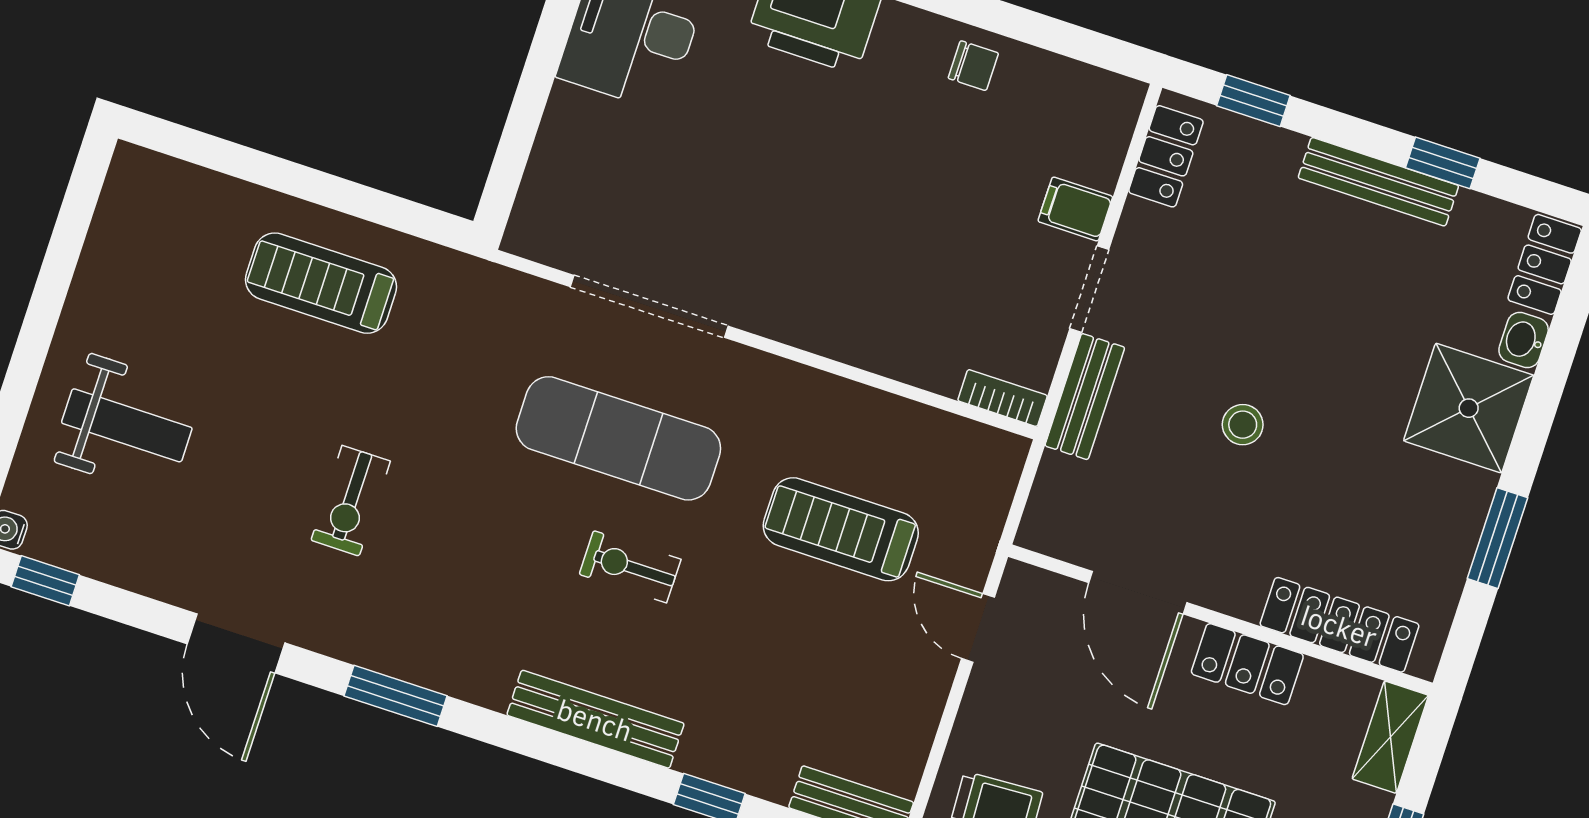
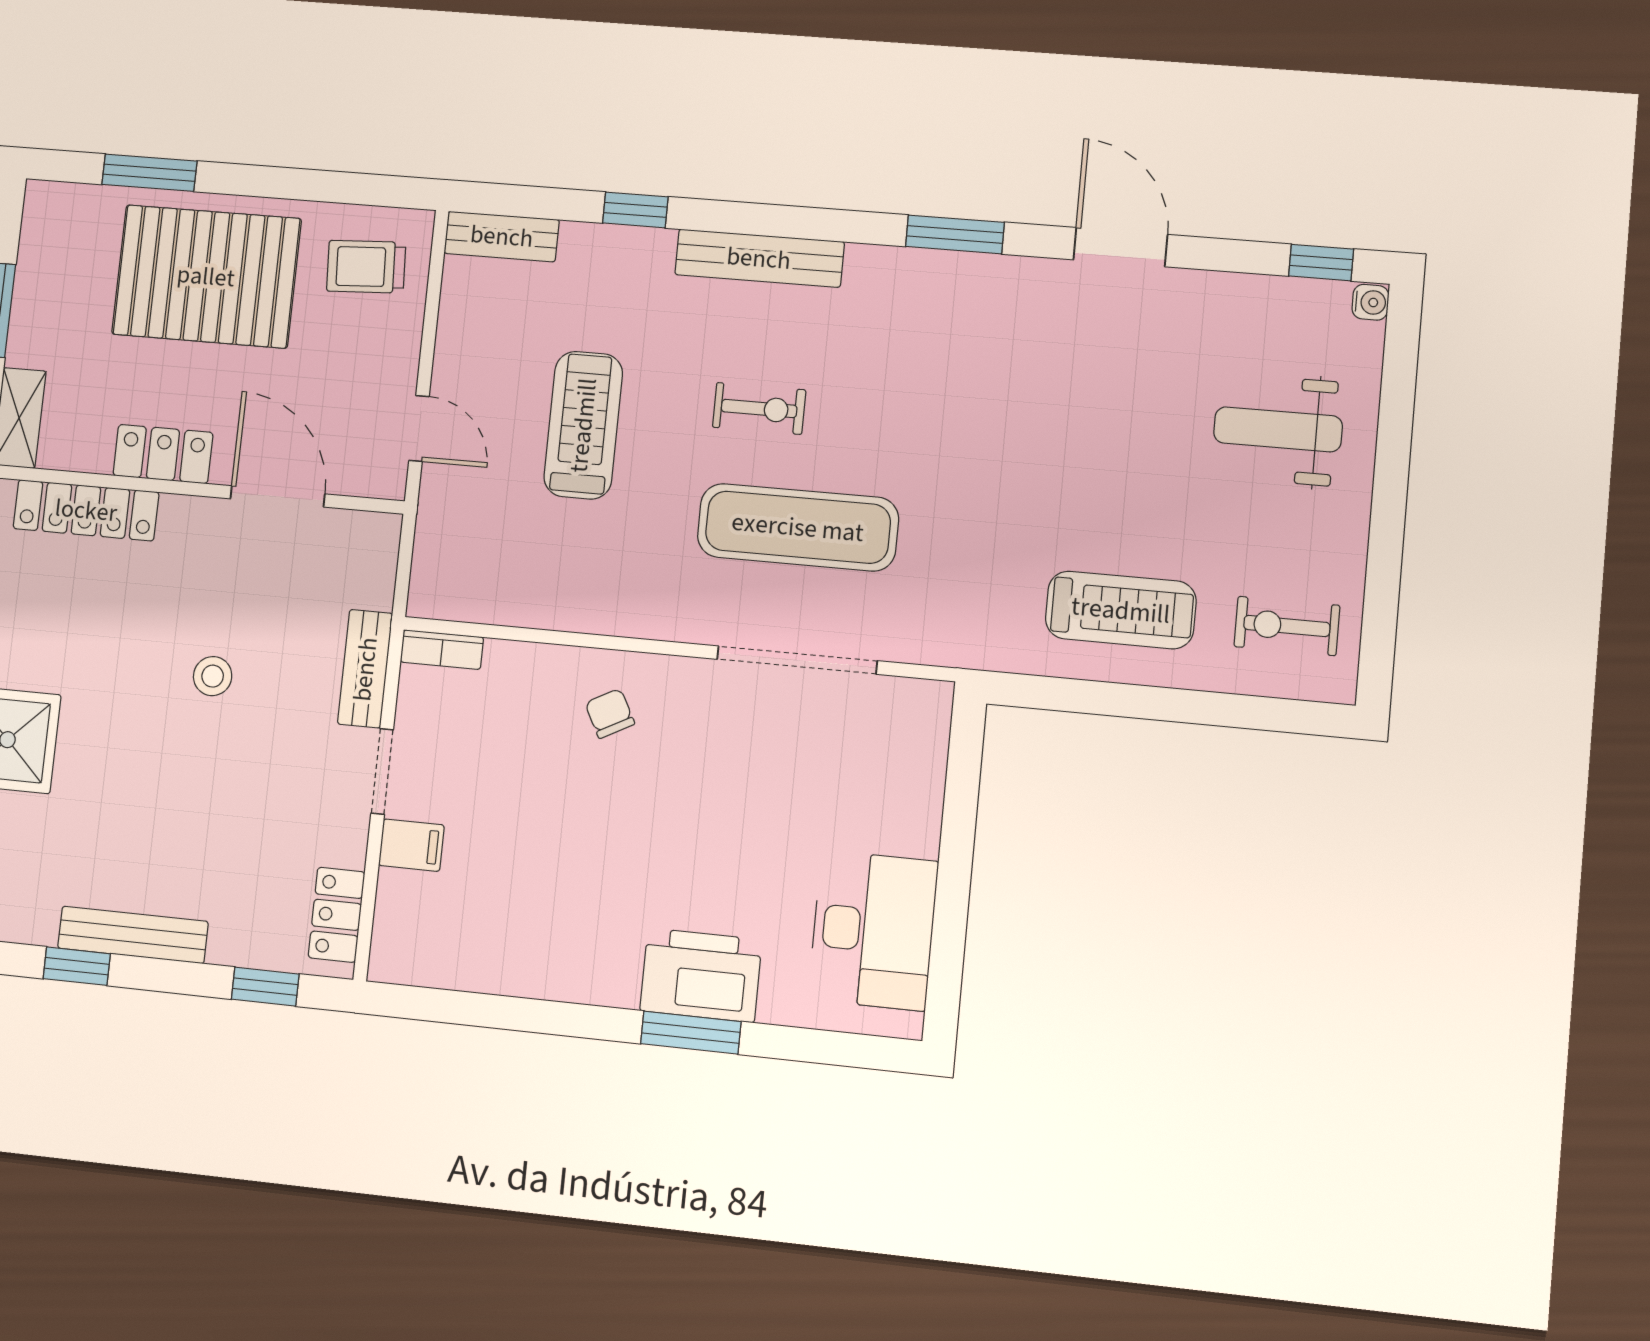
chair: (973, 66) -> (610, 713), moved, turned 62
exercise bike: (351, 501) -> (1287, 626), moved, turned -90
treadmill: (841, 529) -> (583, 425), moved, turned -90

